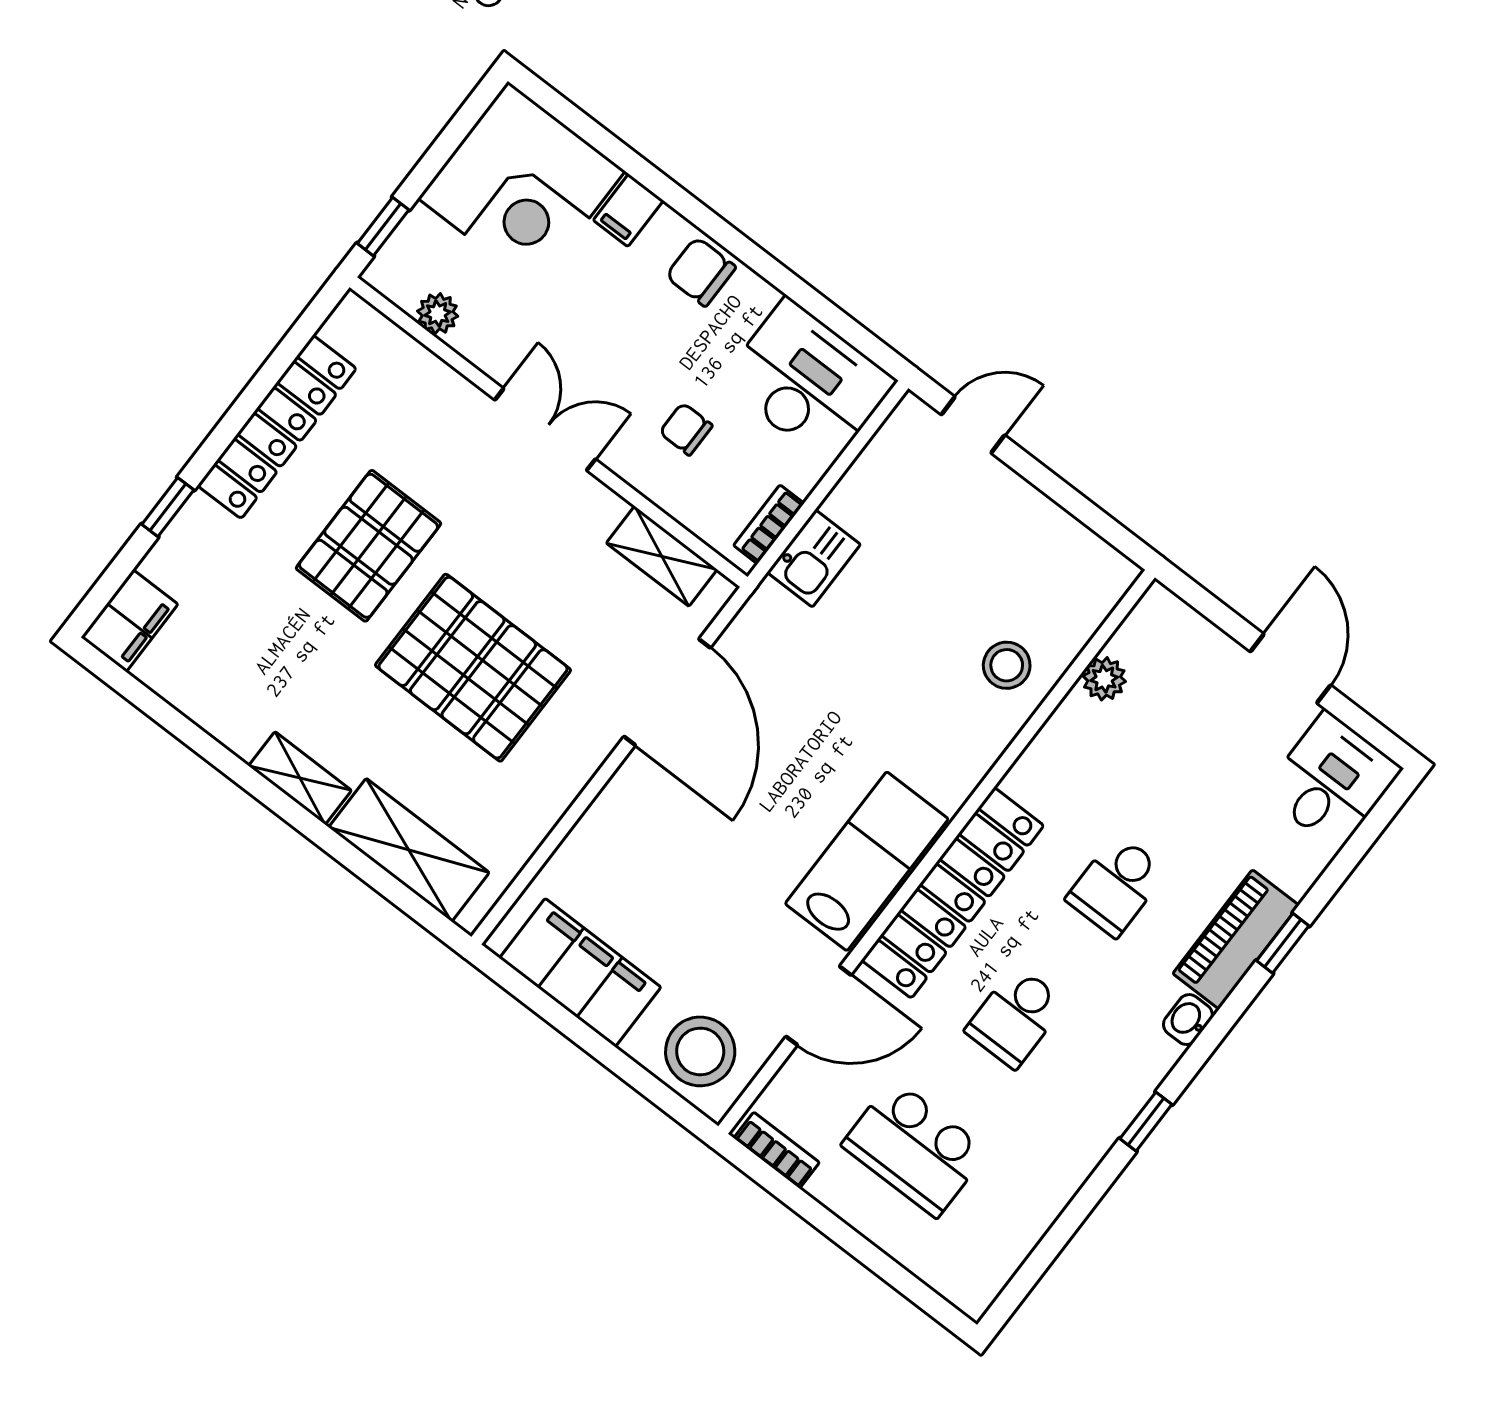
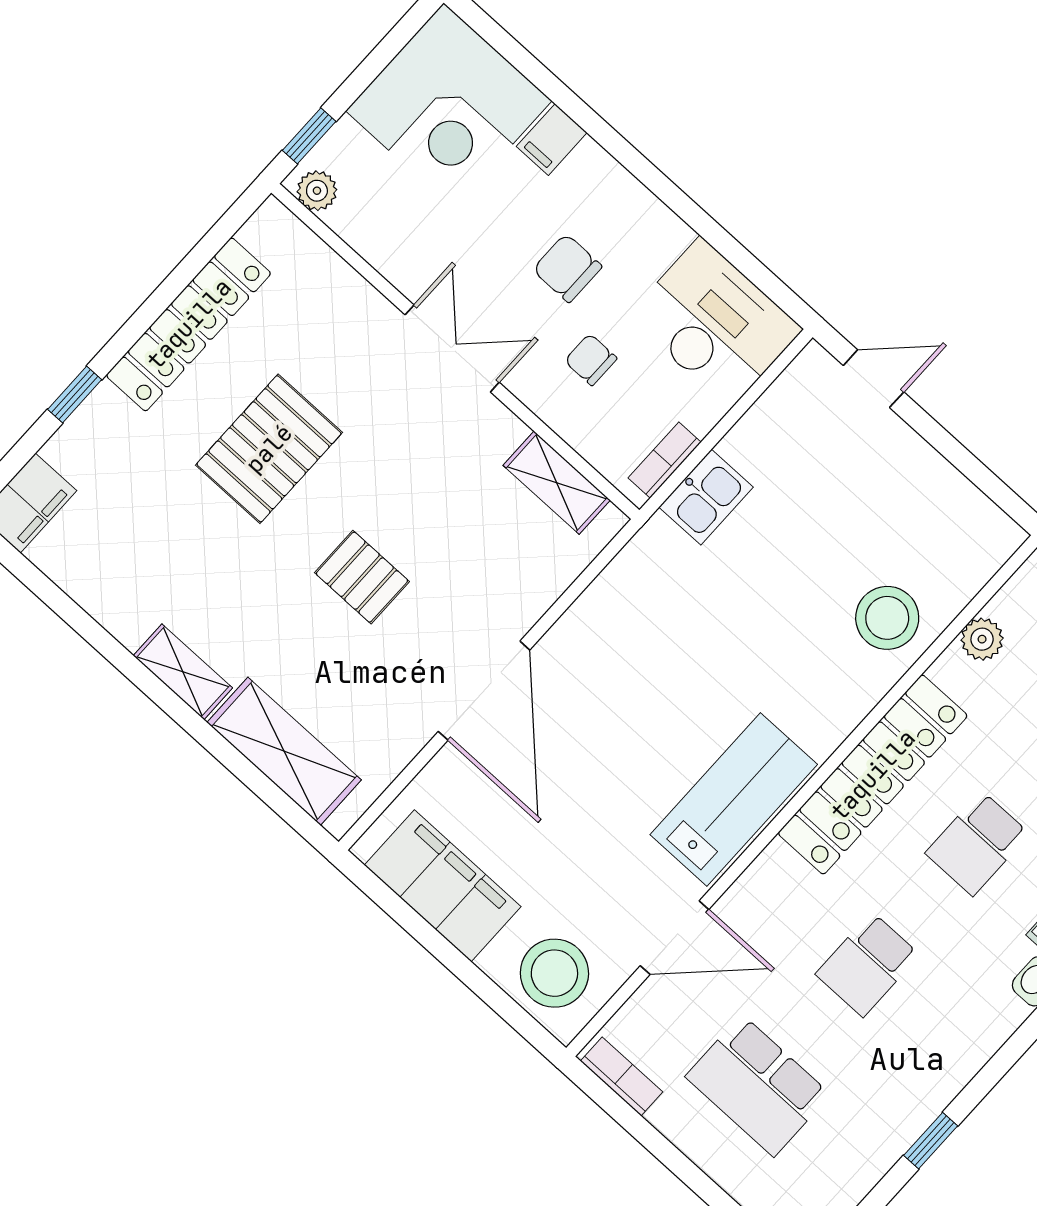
chair: (701, 272) -> (567, 268), moved
plant: (438, 314) -> (317, 191), moved
stool: (1007, 665) -> (887, 618), width x1.38, depth x1.38
pallet: (473, 668) -> (362, 577), width x0.49, depth x0.50
door: (667, 692) -> (484, 691), moved
locker: (953, 893) -> (873, 775), moved
window: (1146, 1122) -> (931, 1141), moved

